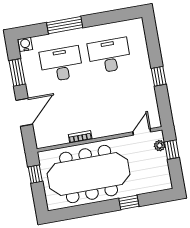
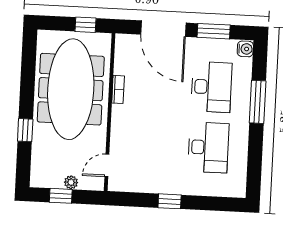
door: (24, 112) -> (163, 29), width x1.36
door: (142, 132) -> (107, 165), swing flipped
plant: (160, 146) -> (71, 182), moved
window: (172, 150) -> (61, 196), moved

